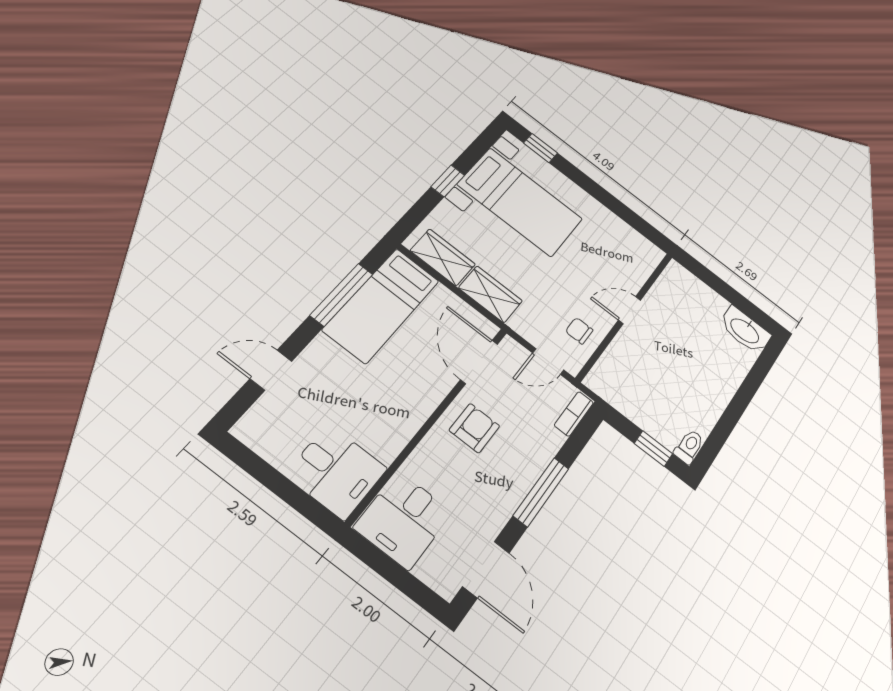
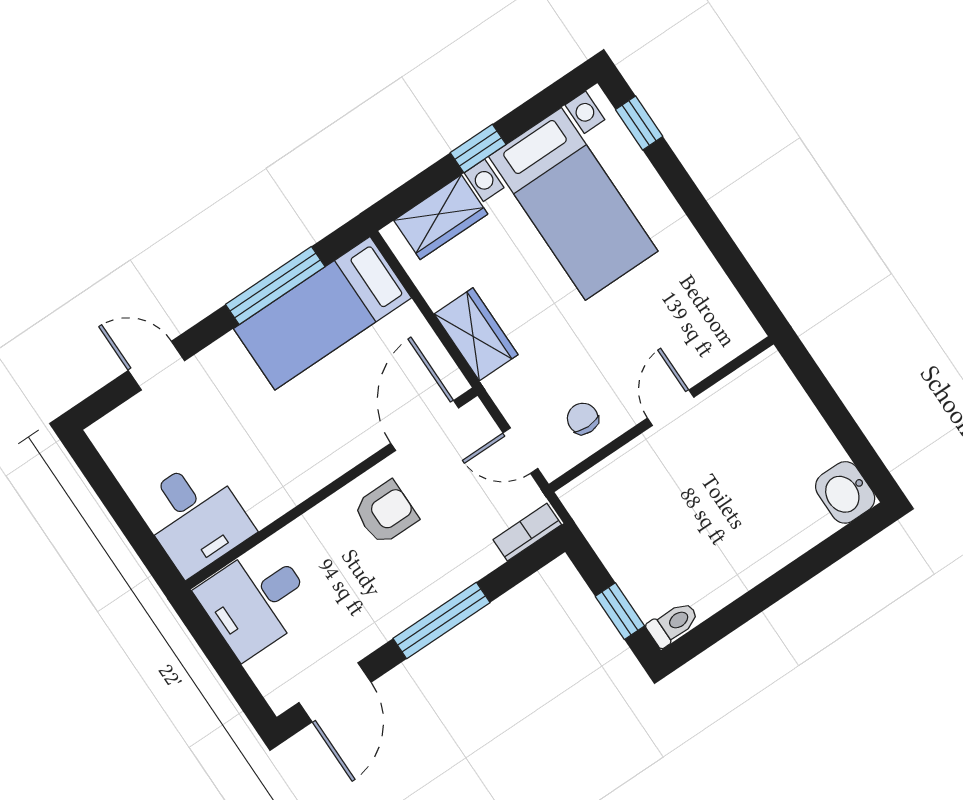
wardrobe: (443, 257) -> (441, 217), moved, turned 90
door: (629, 310) -> (671, 408), hinge flipped
washbasin: (745, 330) -> (845, 492), width x0.72

